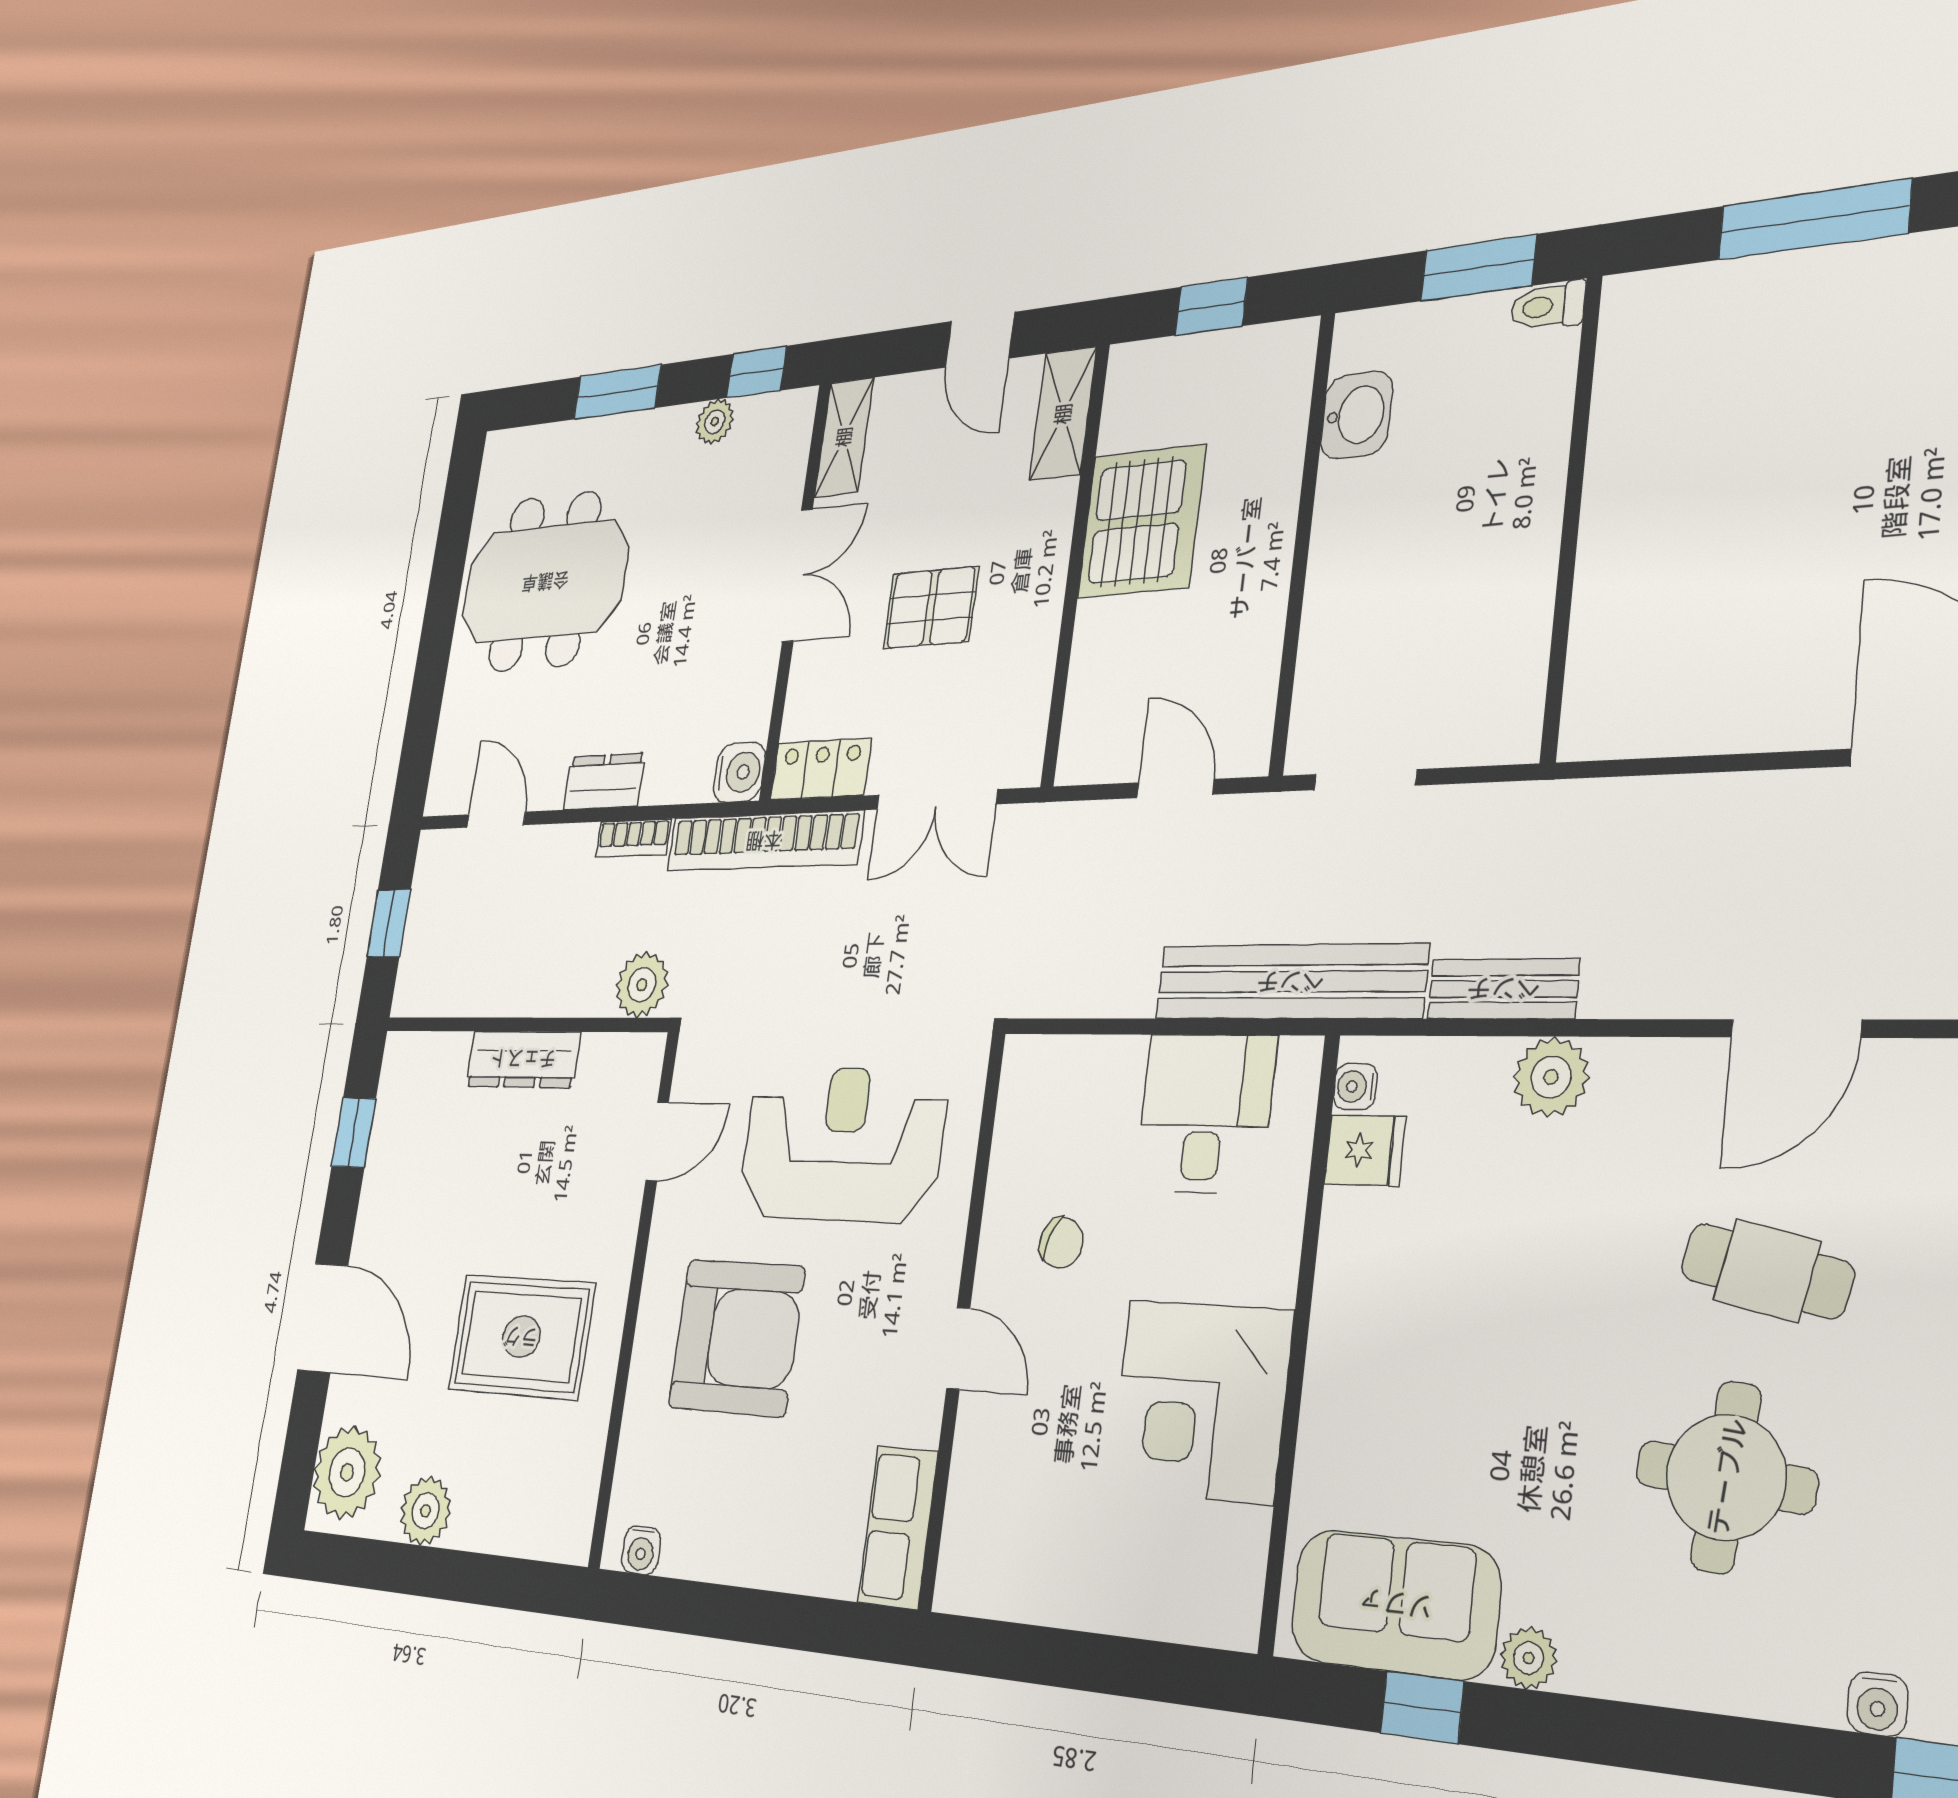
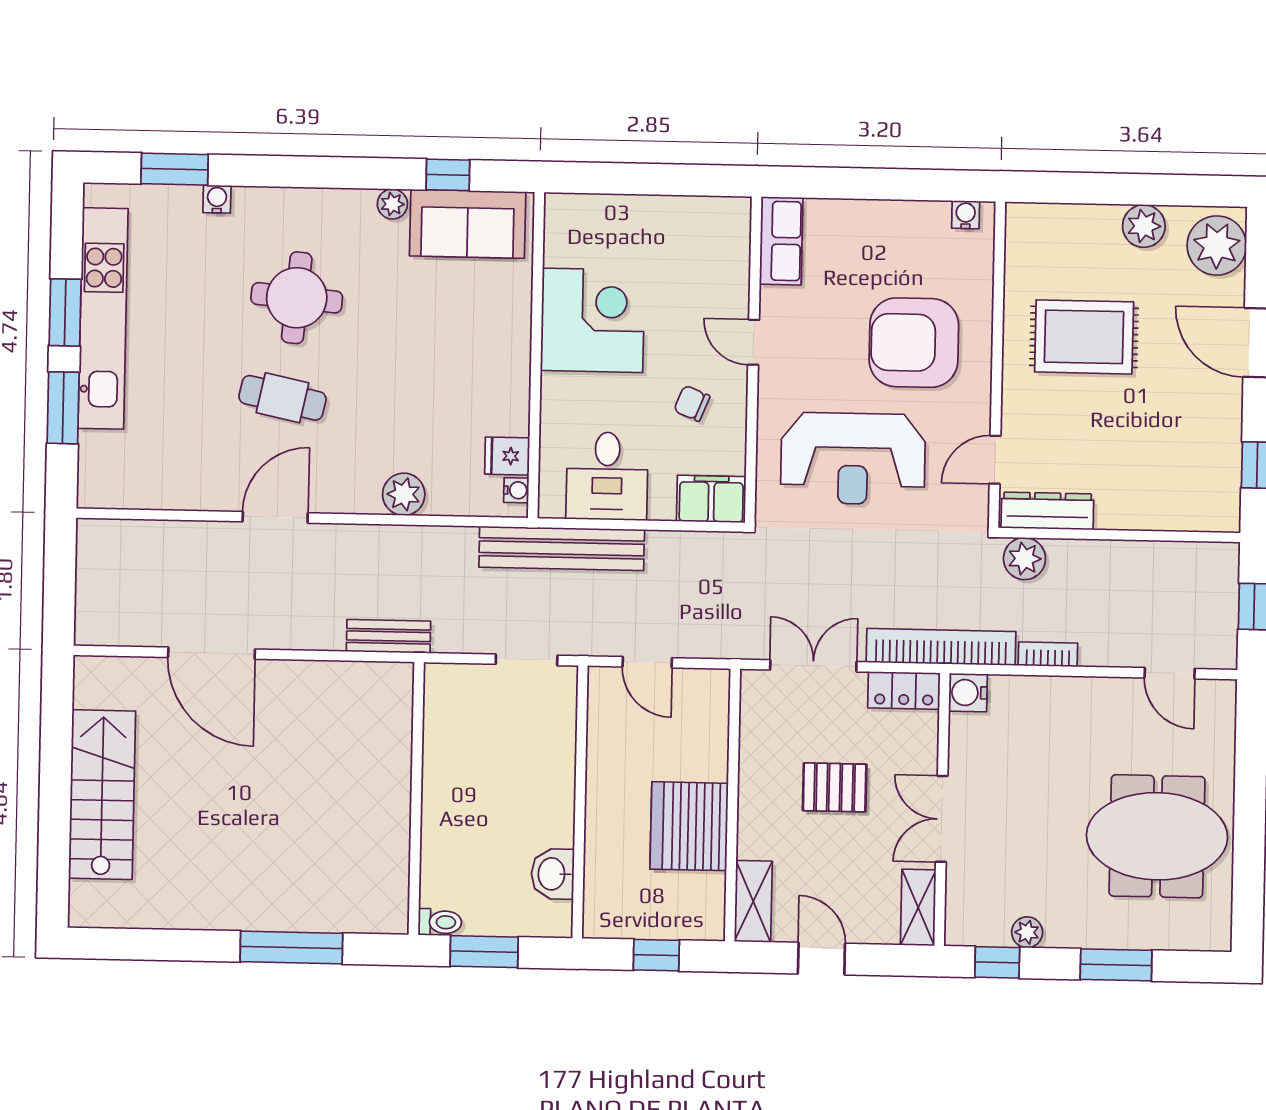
dresser: (604, 781) -> (1080, 694), removed
bench: (1503, 989) -> (389, 636), moved
dresser: (523, 1059) -> (1047, 511), moved
filing cabinet: (1050, 1074) -> (711, 499), added

